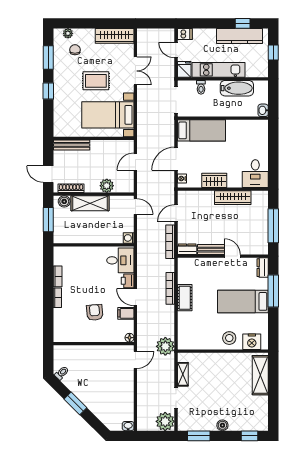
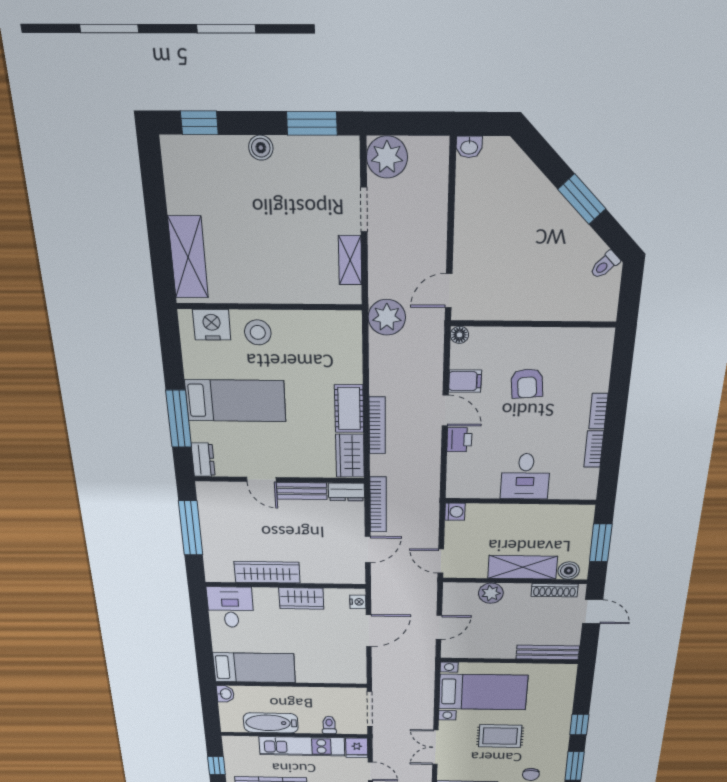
bed: (201, 130) -> (254, 668), moved, turned 180
desk: (120, 260) -> (525, 476), moved, turned -90
wardrobe: (185, 271) -> (350, 456), added

